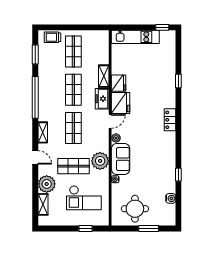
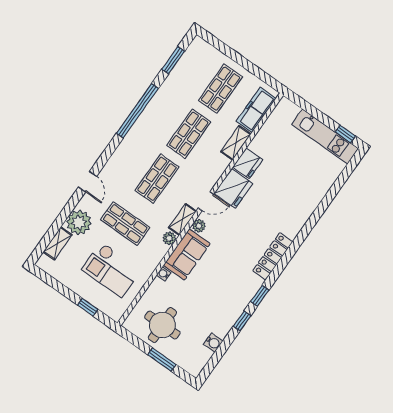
trolley: (53, 37) -> (208, 54), removed
kitchen unit: (135, 37) -> (325, 137), moved
window: (178, 81) -> (260, 296), moved
freezer: (102, 99) -> (256, 110), moved, width x1.40
locker: (170, 120) -> (273, 256), width x1.53
shelving: (43, 132) -> (182, 219), moved
plant: (100, 161) -> (169, 238), width x0.53, depth x0.53

